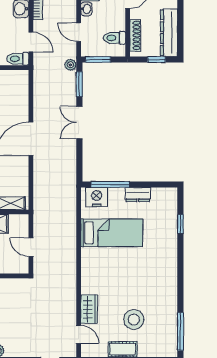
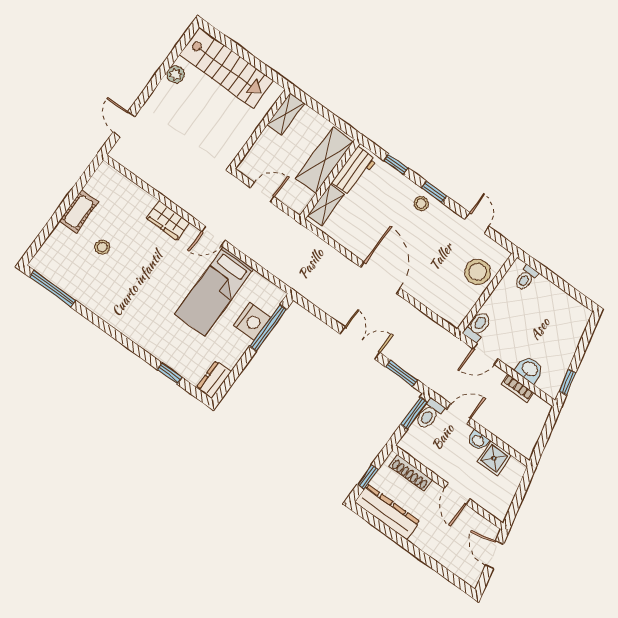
toilet: (114, 38) -> (429, 414), moved, turned 180
plant: (70, 65) -> (430, 379), removed
dresser: (138, 195) -> (214, 380), moved
nightstand: (97, 197) -> (252, 321), moved
wardrobe: (89, 309) -> (168, 221), moved
stool: (134, 319) -> (102, 247), width x0.53, depth x0.53
door: (79, 334) -> (213, 236), moved

